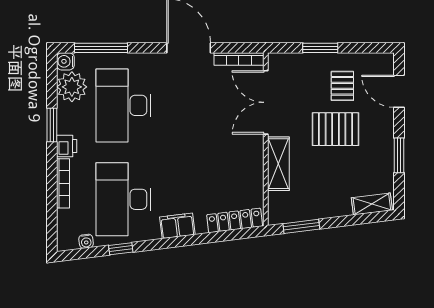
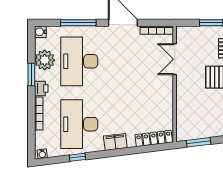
window: (101, 48) -> (78, 23), moved
plant: (72, 87) -> (45, 60), moved
double door: (266, 102) -> (175, 59), width x0.73
shelving: (278, 164) -> (183, 100), removed
water cooler: (86, 241) -> (42, 154), moved

